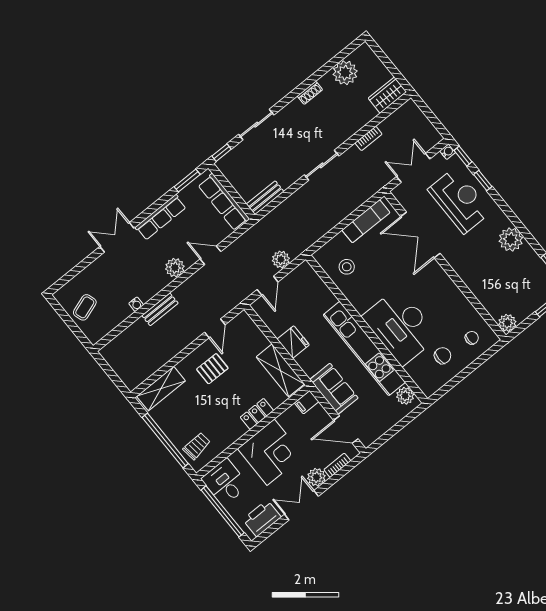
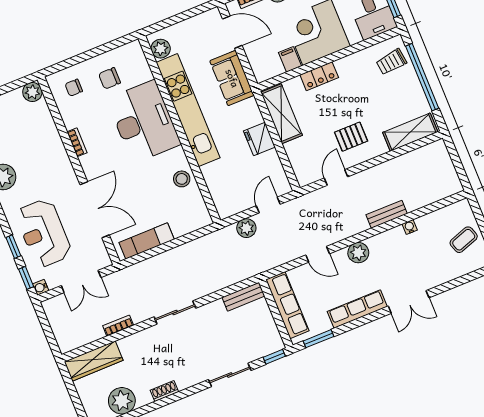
wardrobe: (387, 95) -> (94, 361), width x1.50
stool: (347, 267) -> (182, 179), moved
bookcase: (454, 290) -> (77, 142), added
filing cabinet: (307, 402) -> (290, 59), moved, turned -90

